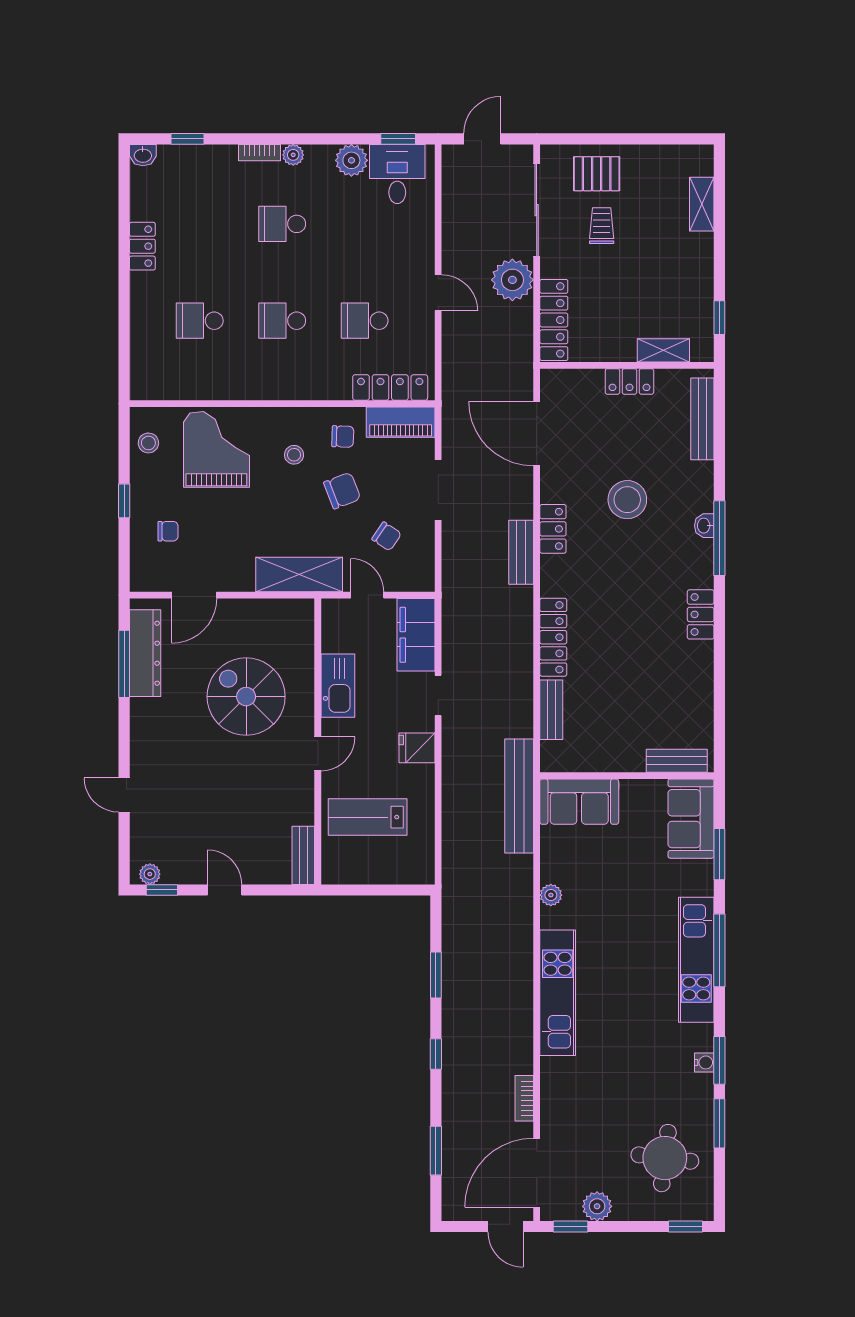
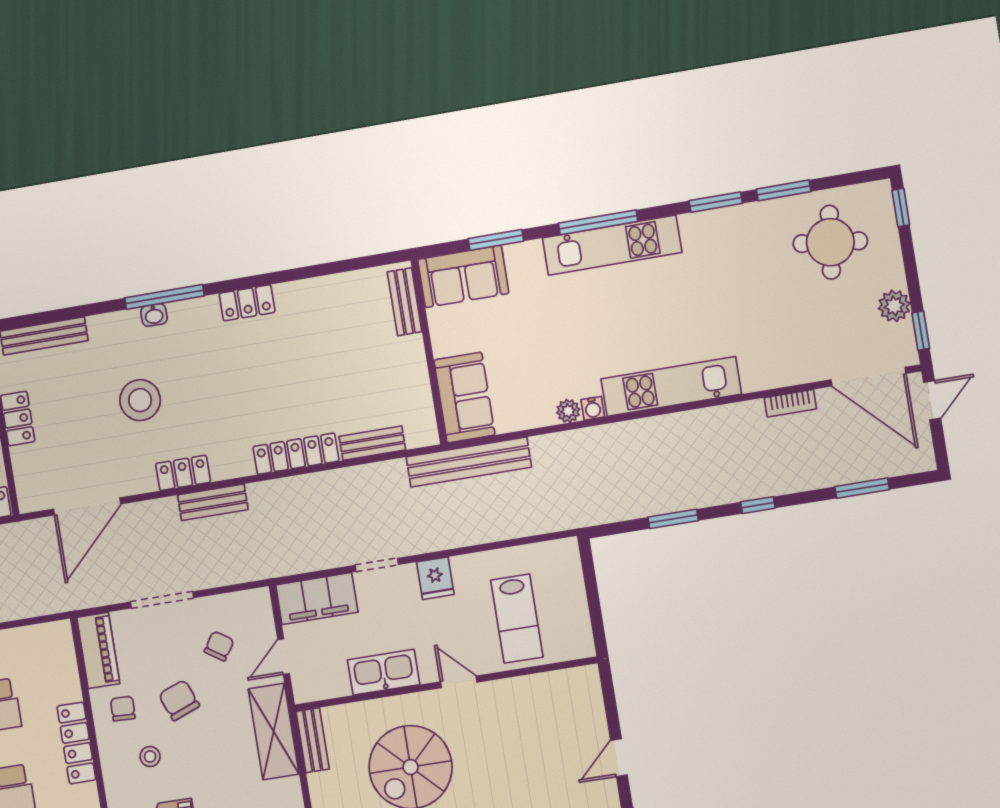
locker: (390, 387) -> (76, 743), moved
bench: (303, 855) -> (313, 740), moved, turned 90
water cooler: (704, 1062) -> (593, 408), moved, turned 180

